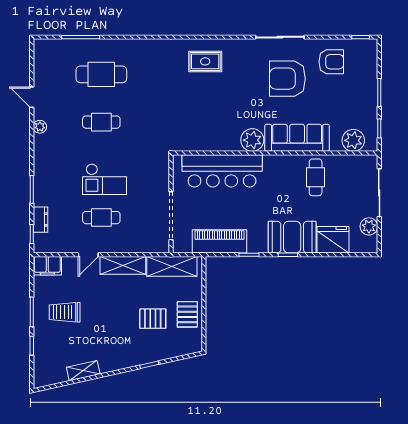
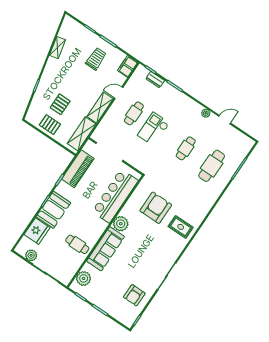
rug: (205, 61) -> (181, 227), turned 90
armchair: (287, 79) -> (156, 208), moved
door: (88, 255) -> (119, 93), hinge flipped

